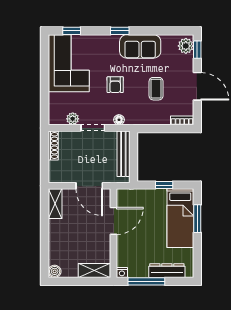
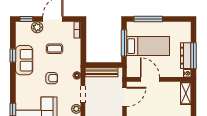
window: (120, 31) -> (13, 55), moved
plant: (186, 46) -> (37, 27), moved
window: (164, 185) -> (124, 43), width x2.17
bed: (180, 218) -> (148, 46), moved
window: (197, 219) -> (148, 19), width x1.44
dresser: (167, 271) -> (186, 56), moved

